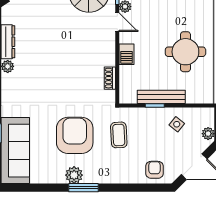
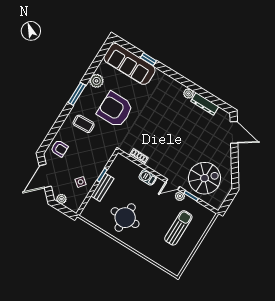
bench: (161, 97) -> (102, 187), width x0.73
armchair: (75, 135) -> (115, 110), turned 180
coffee table: (119, 135) -> (84, 124), moved
plant: (74, 175) -> (97, 81), moved

